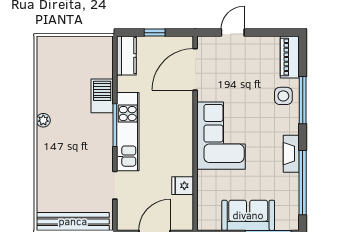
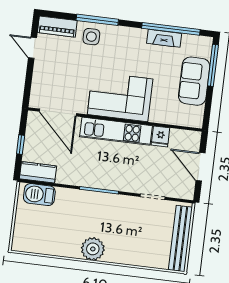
door: (233, 33) -> (32, 48), moved
barbecue: (102, 96) -> (39, 195), moved
plant: (43, 120) -> (93, 249), width x1.87, depth x1.87
kitchen unit: (128, 132) -> (116, 131), moved, turned 180
fireplace: (291, 154) -> (164, 38), moved

